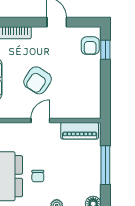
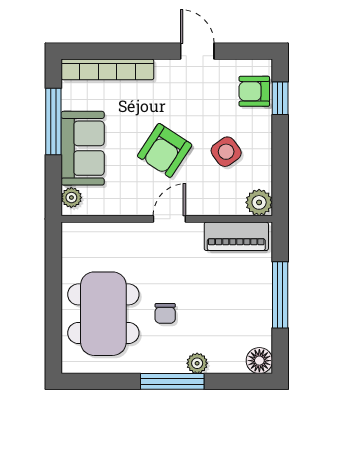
armchair: (90, 46) -> (254, 91), turned 90
side table: (74, 81) -> (226, 152), added
plant: (93, 111) -> (259, 202), added

